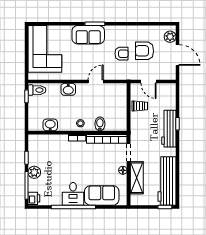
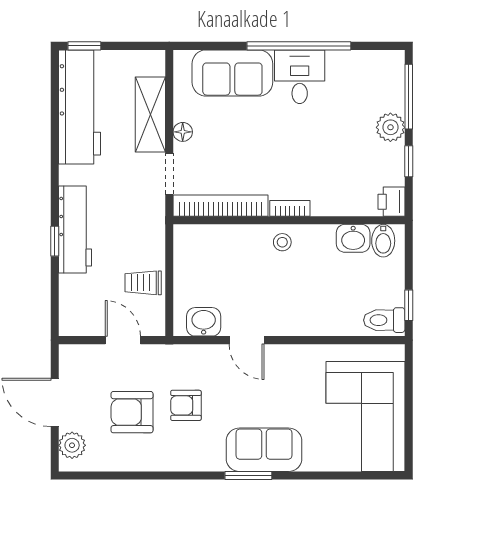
armchair: (144, 51) -> (132, 412), turned 180
door: (96, 82) -> (247, 340), hinge flipped
washbasin: (68, 89) -> (204, 322), moved
bidet: (100, 124) -> (383, 241), moved
printer: (34, 198) -> (391, 202), moved

